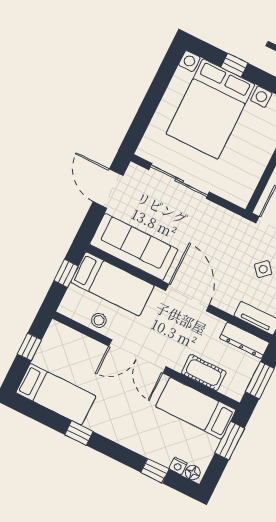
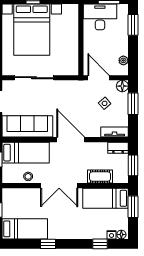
dresser: (244, 340) -> (118, 148), width x0.70

